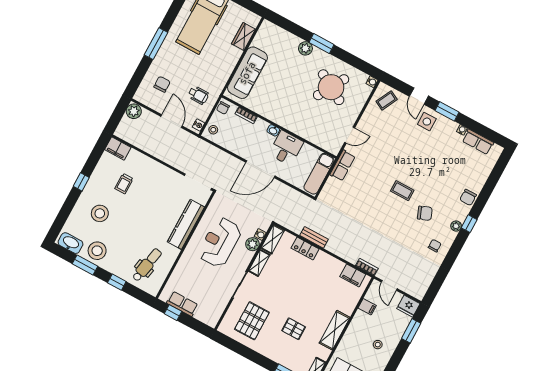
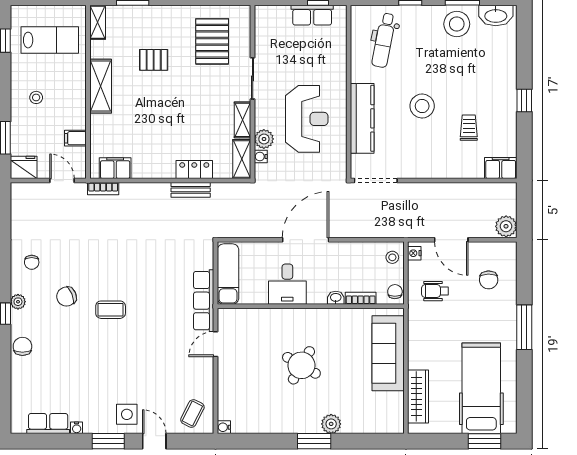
wardrobe: (243, 36) -> (418, 396), width x1.50
round table: (331, 87) -> (301, 365), moved, width x0.73, depth x0.73
washbasin: (273, 130) -> (336, 298), moved
row of seats: (343, 166) -> (204, 301), width x1.48
stool: (100, 213) -> (422, 106), moved

